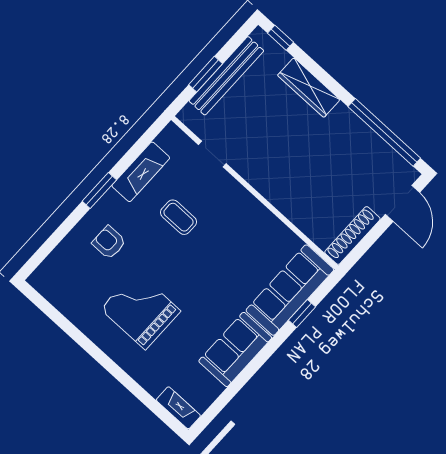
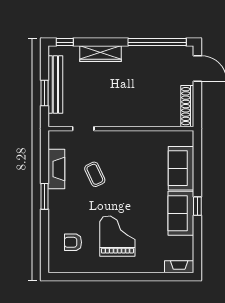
coffee table: (179, 217) -> (95, 174), turned 65
armchair: (109, 242) -> (73, 242), moved
sofa: (290, 290) -> (181, 168), width x0.73
grand piano: (141, 310) -> (117, 236), turned 90
window: (302, 313) -> (197, 206), moved

